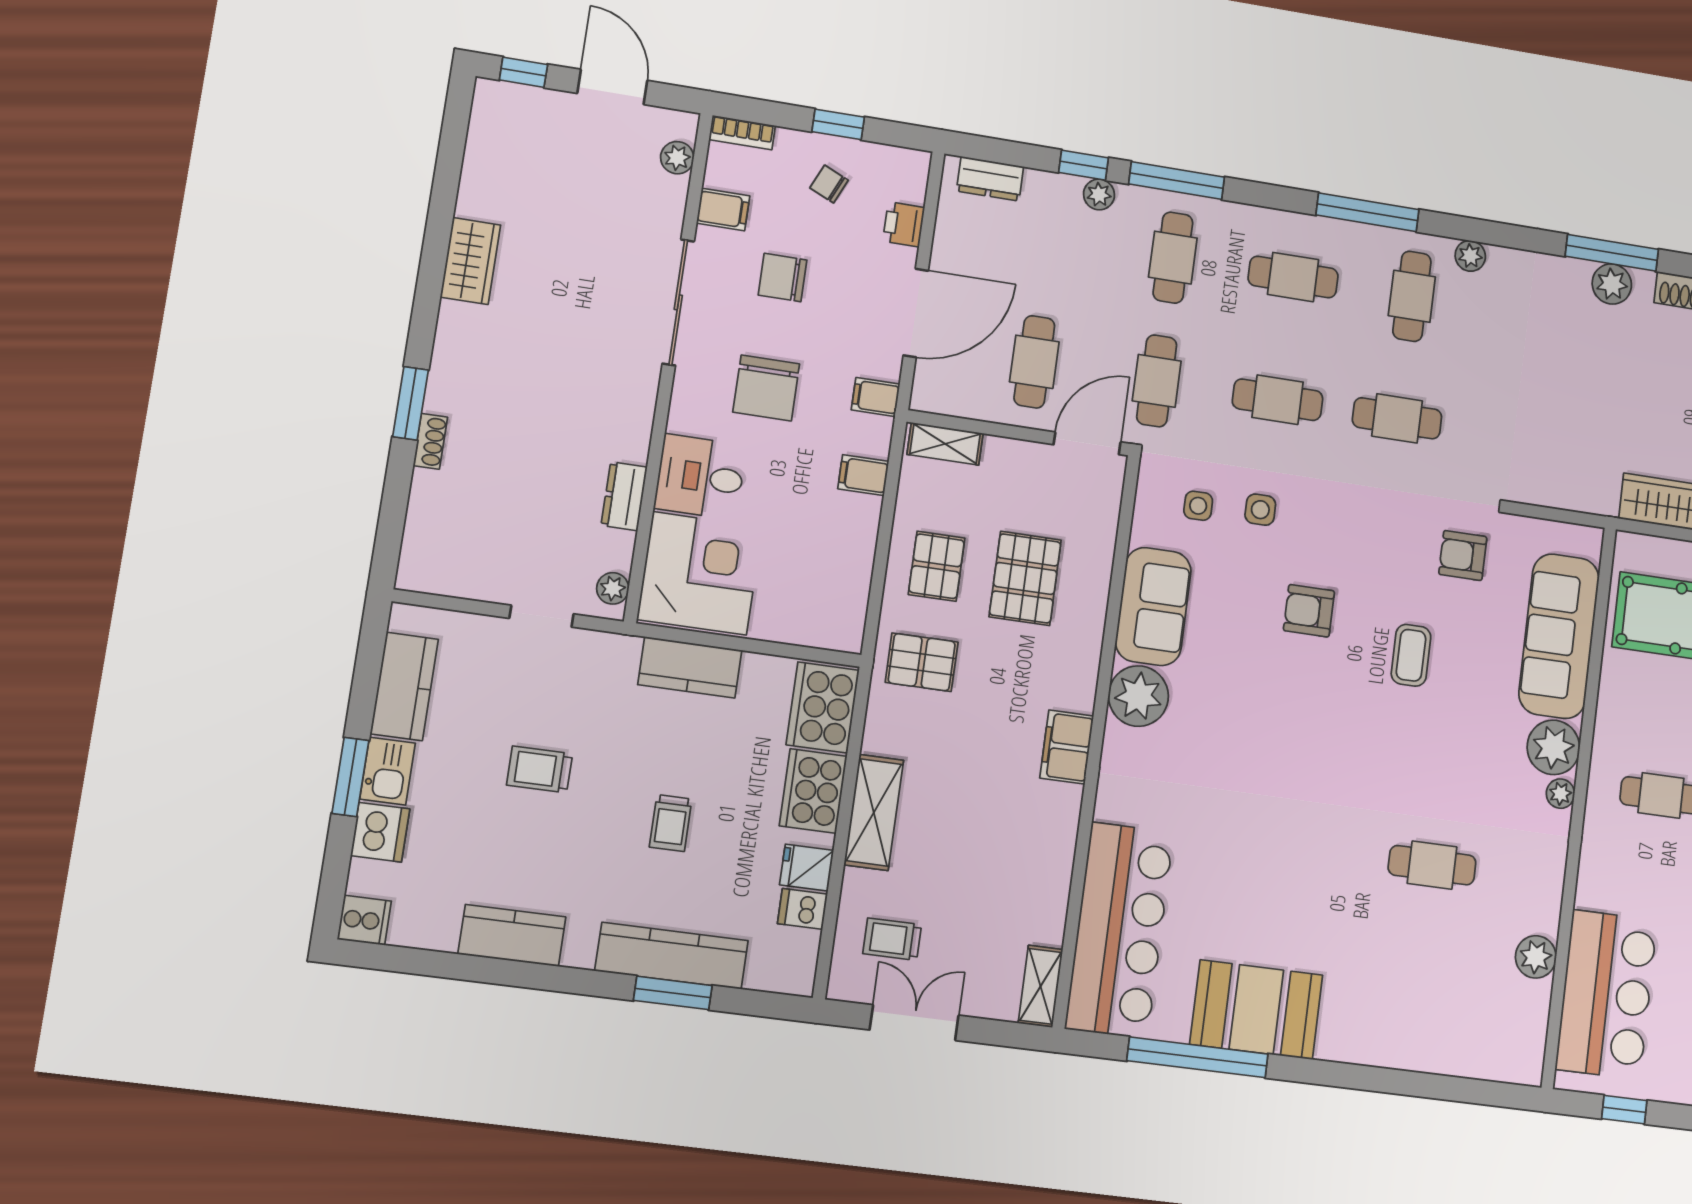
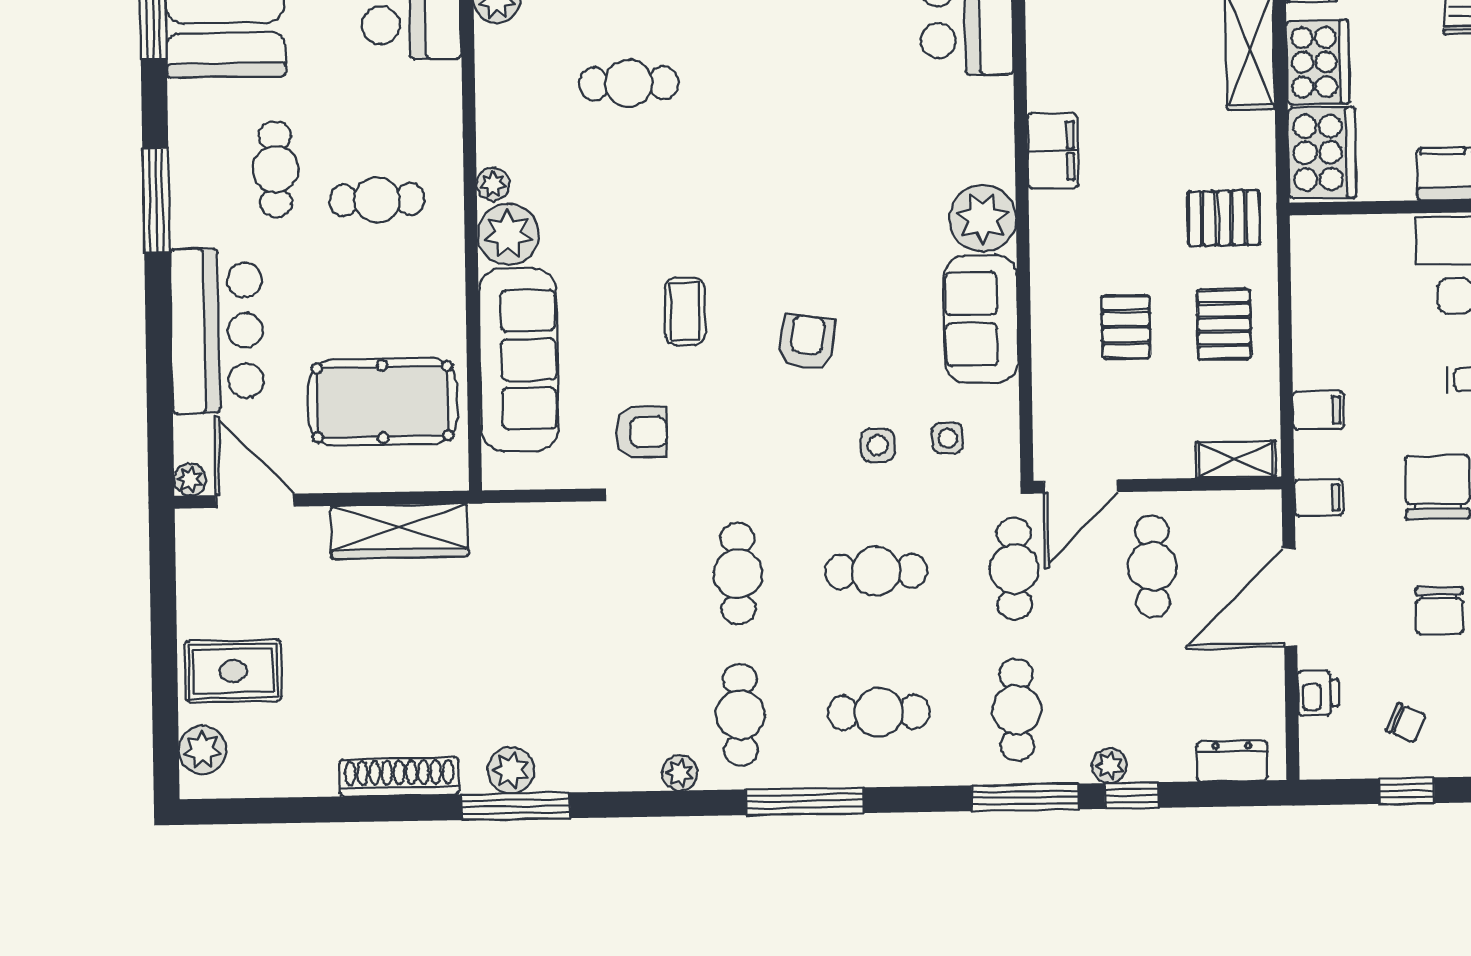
chair: (783, 278) -> (1439, 611), turned 90
cafe table: (1397, 418) -> (738, 574), turned 90
pallet: (1025, 578) -> (1126, 327), width x0.67, depth x0.71
armchair: (1309, 611) -> (807, 342), turned -82

